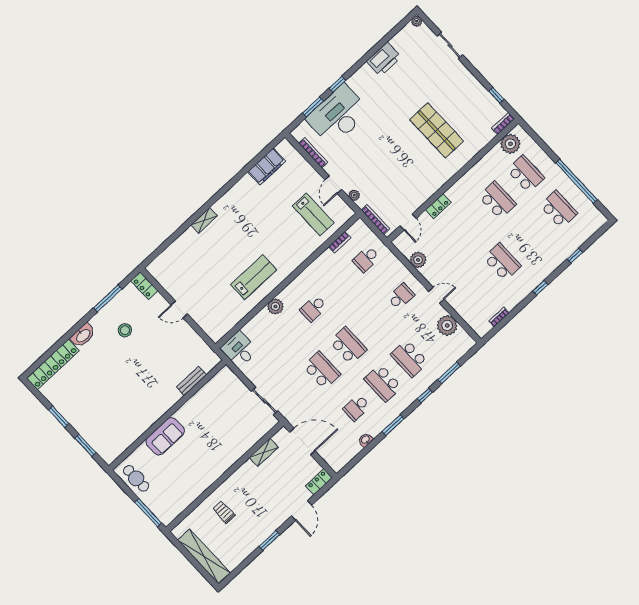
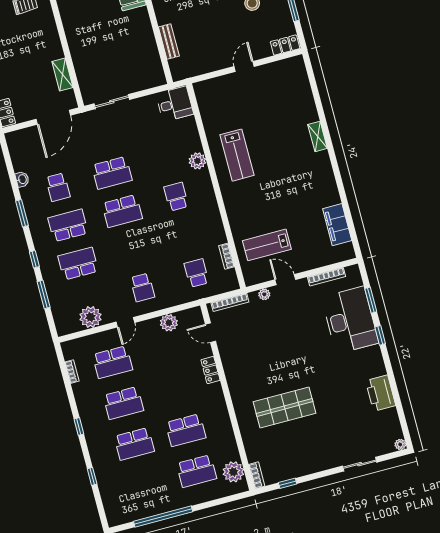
school desk: (559, 209) -> (134, 444), moved
school desk: (474, 288) -> (113, 362), added
school desk: (357, 408) -> (58, 187), turned 180

